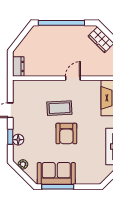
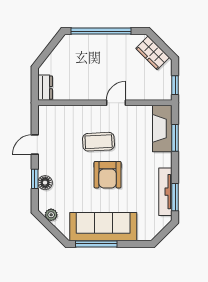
sofa: (56, 173) -> (103, 227), width x1.36

